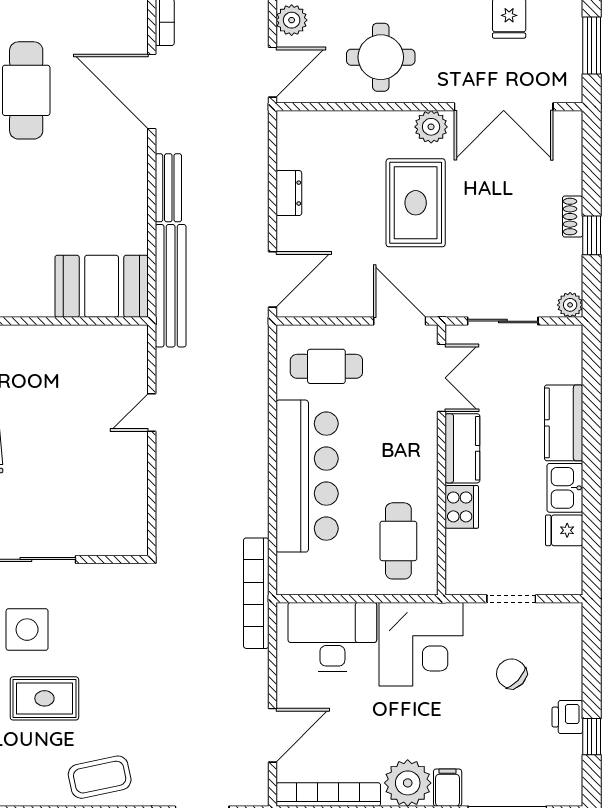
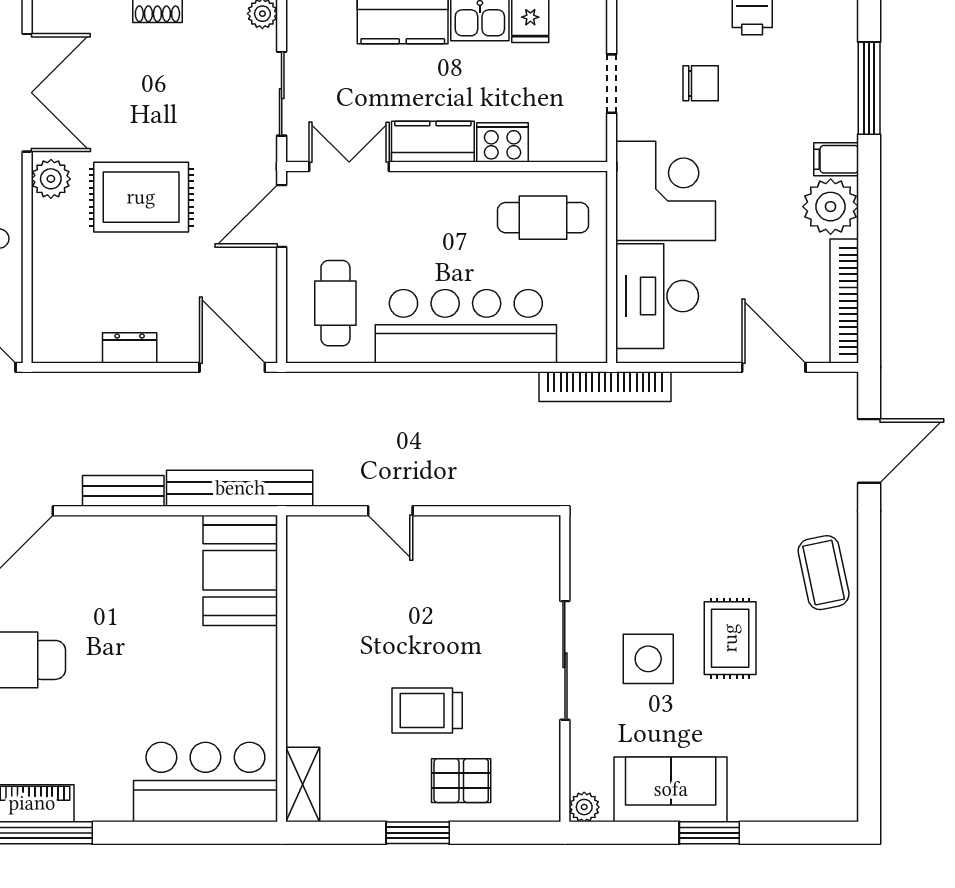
chair: (511, 674) -> (701, 83), turned -133

